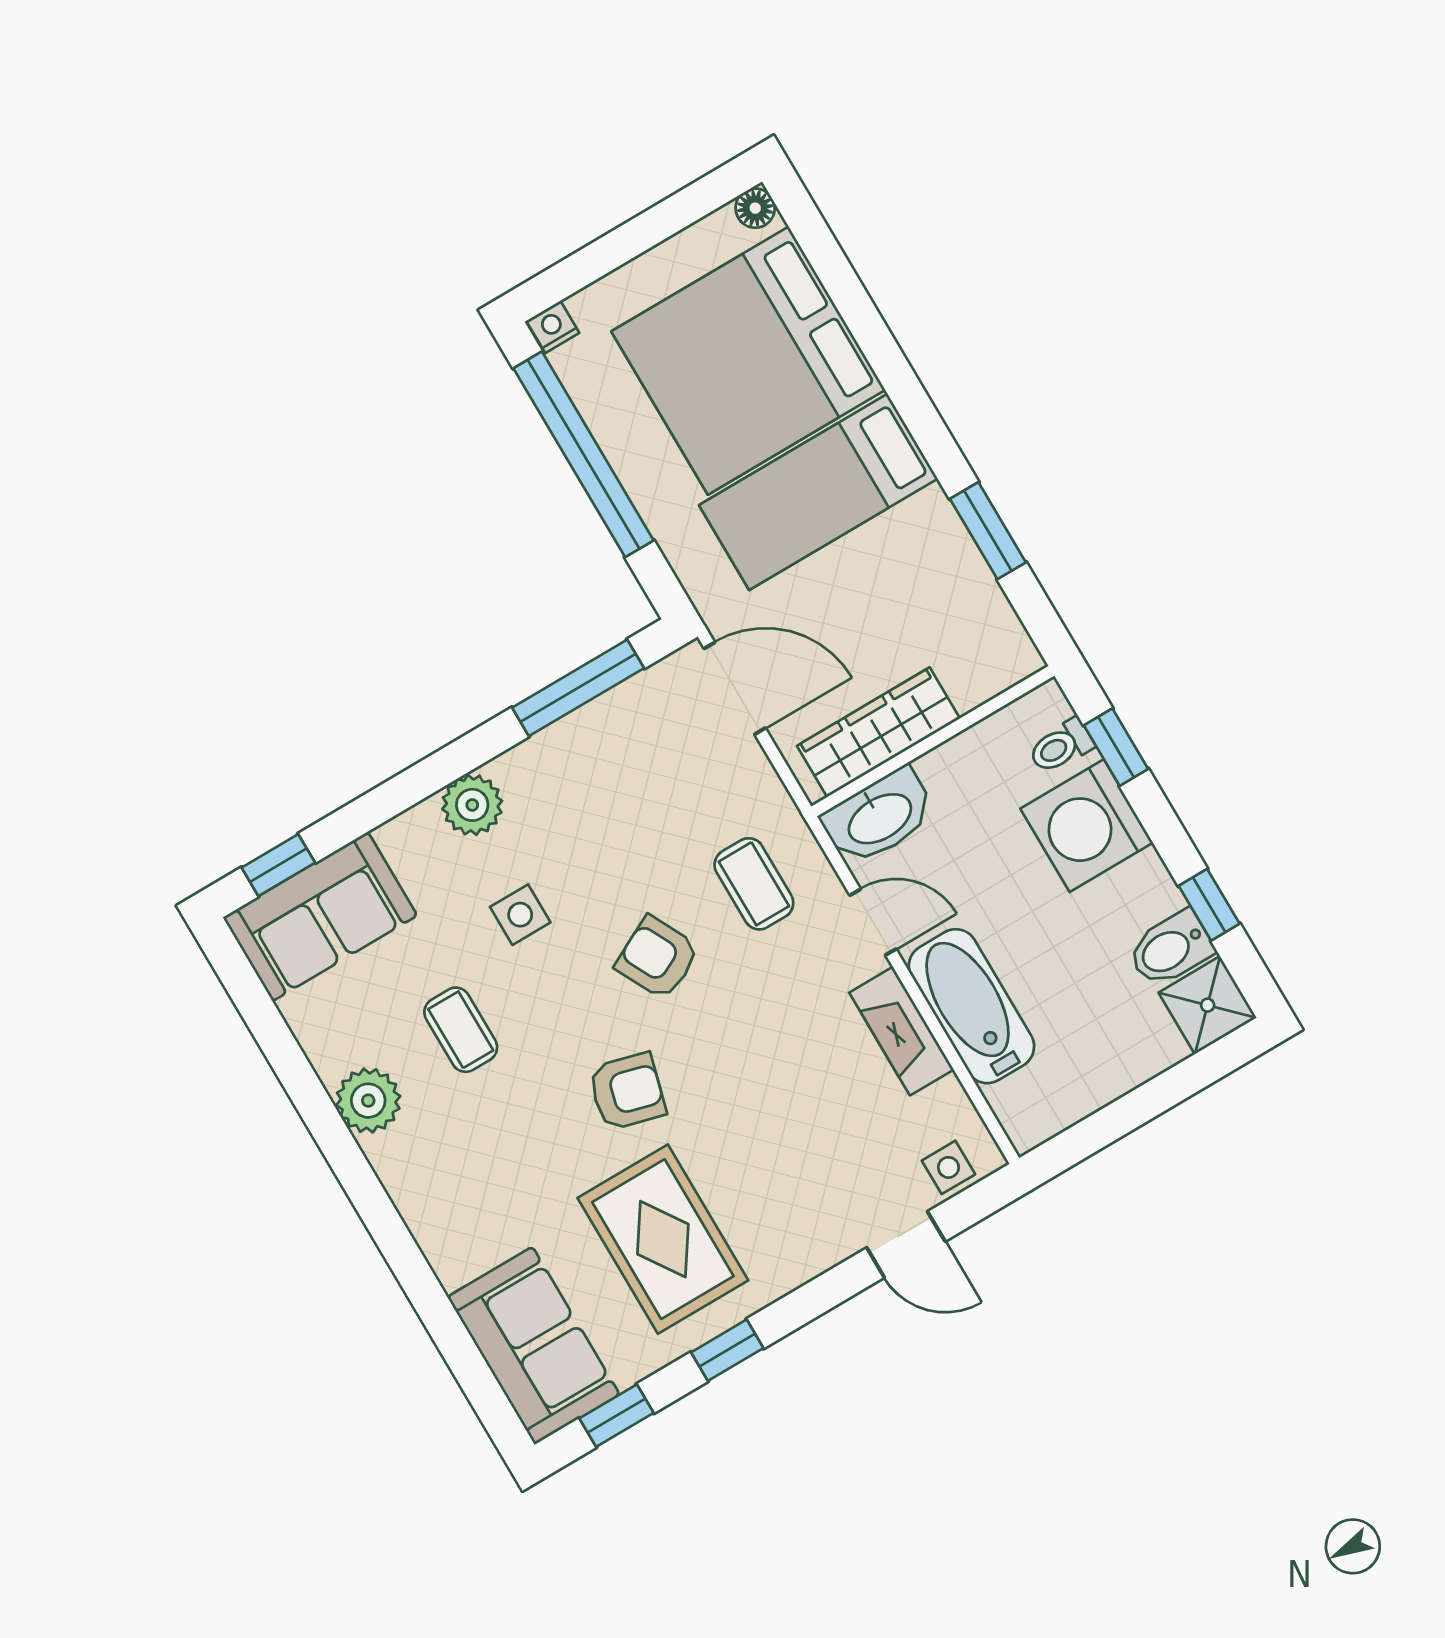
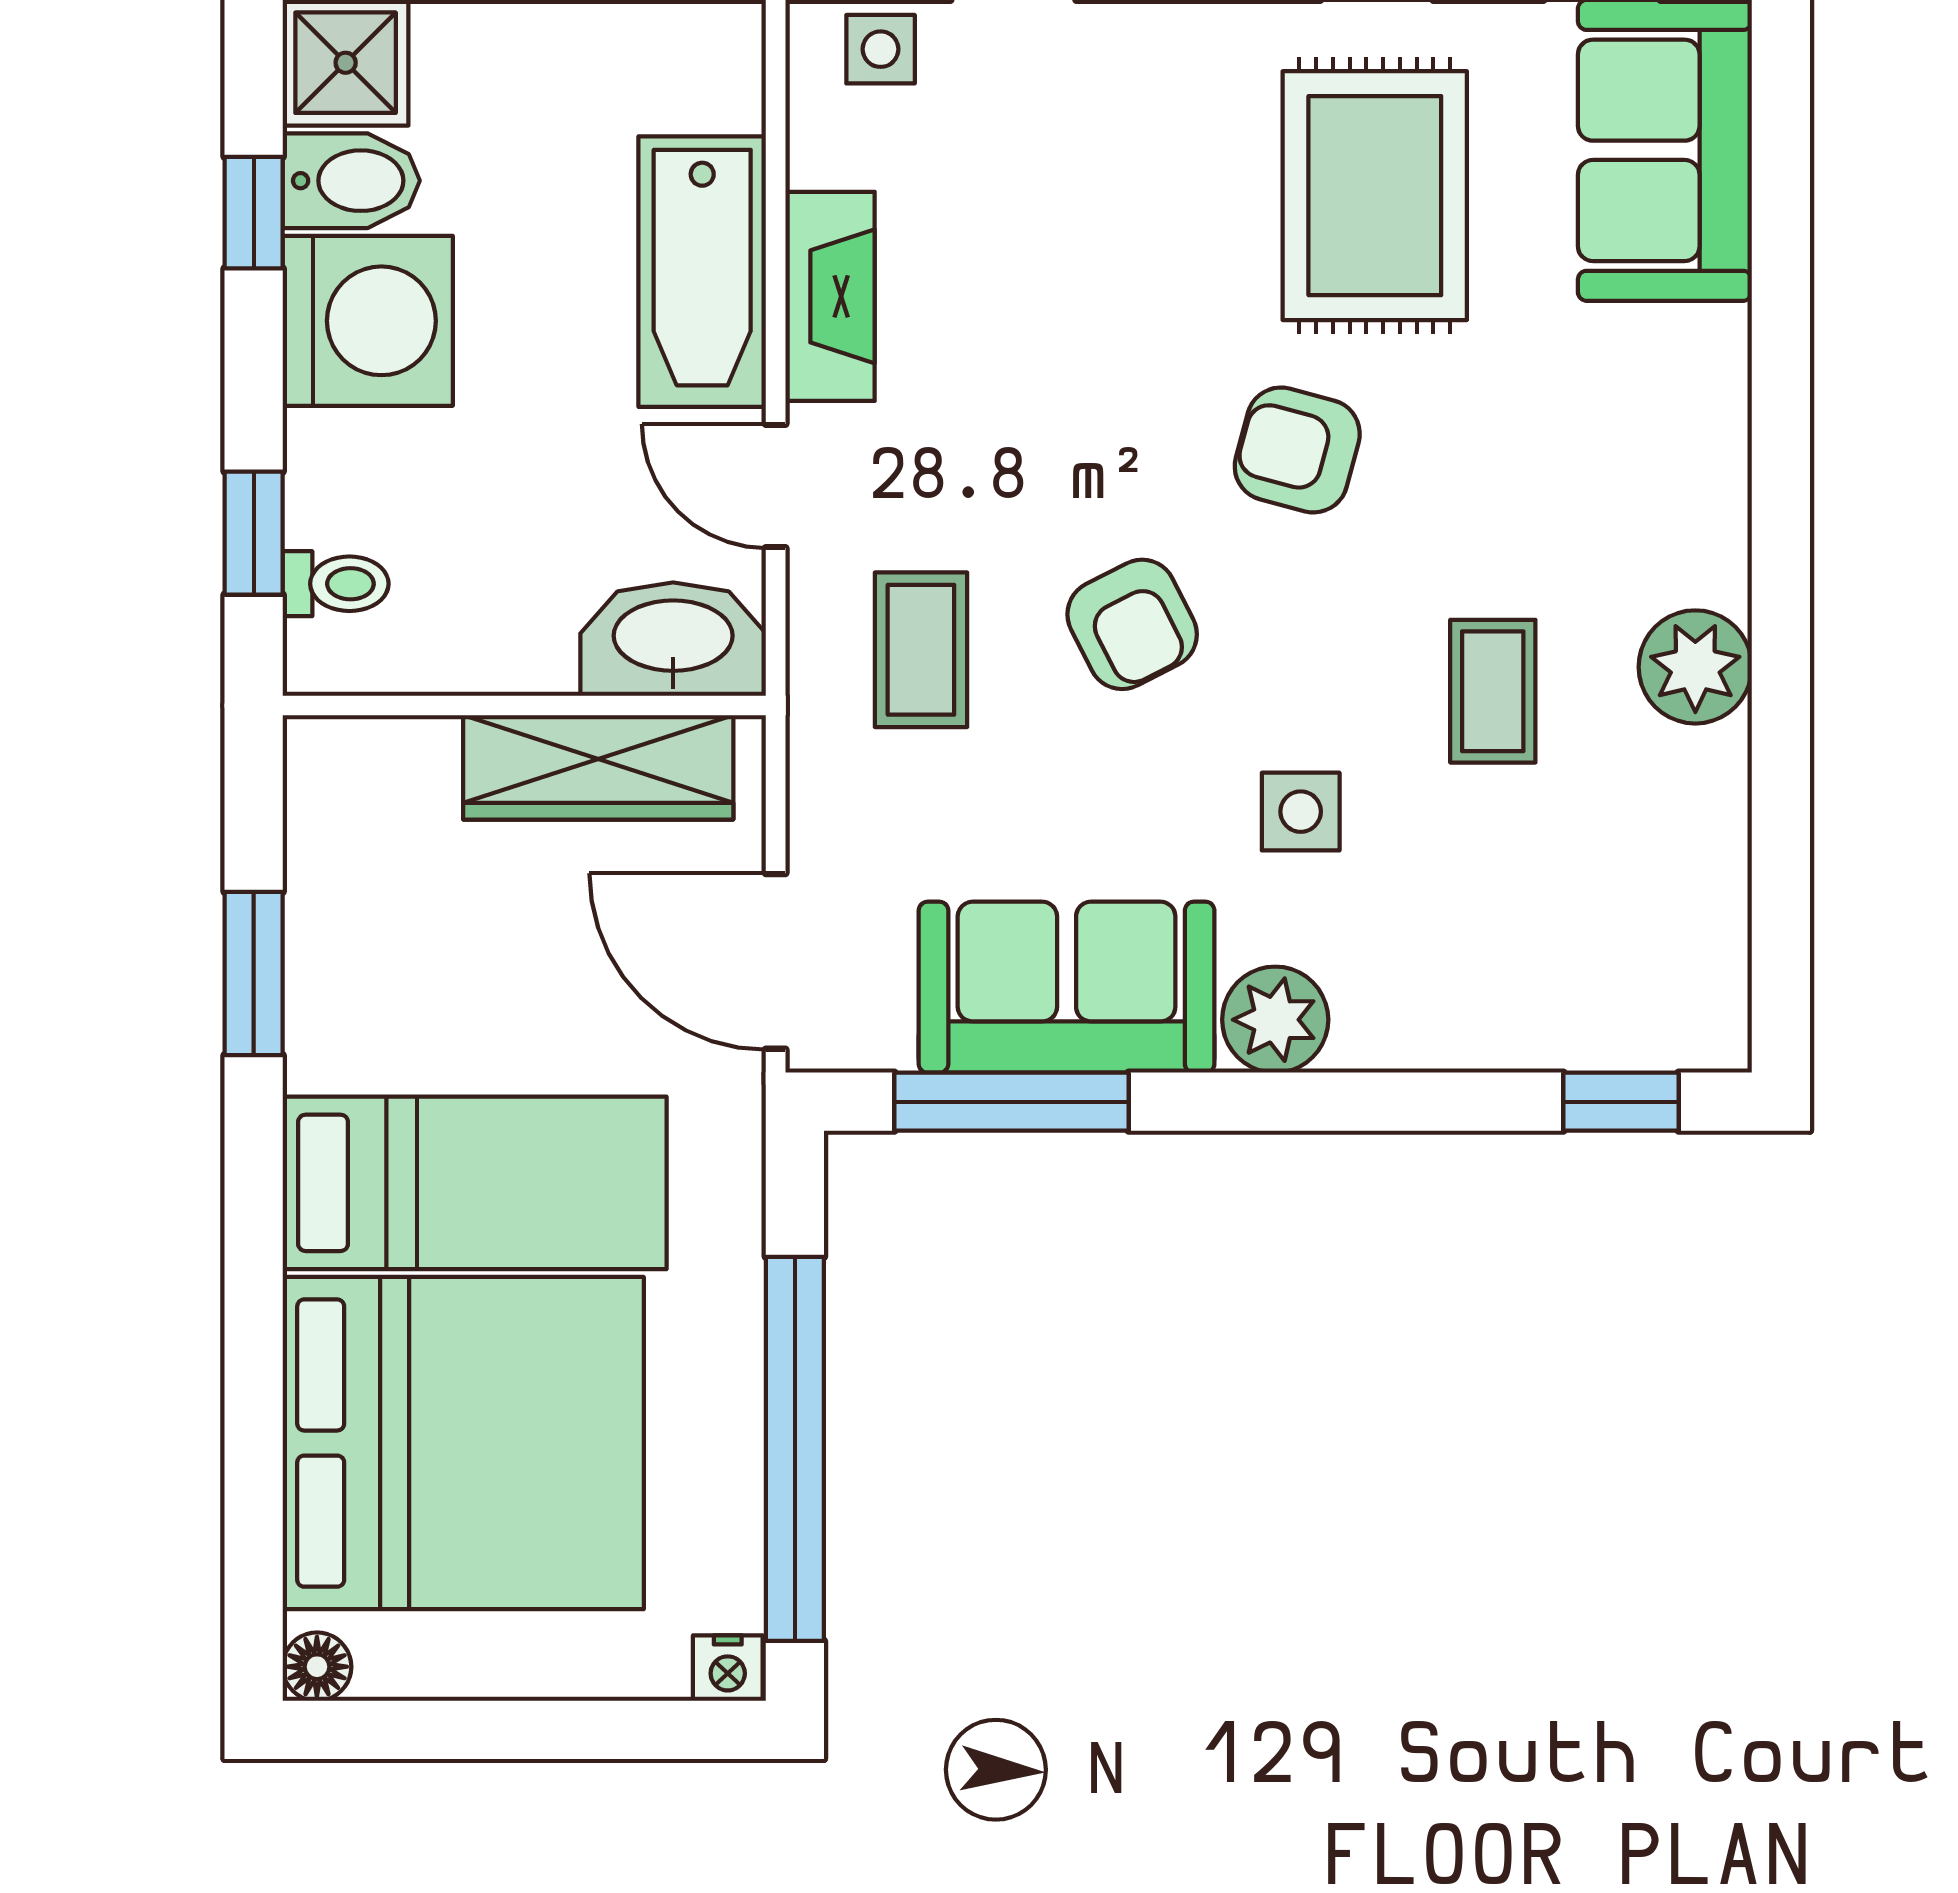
washing machine: (1087, 826) -> (368, 321), moved
sofa: (320, 917) -> (1067, 987), moved

